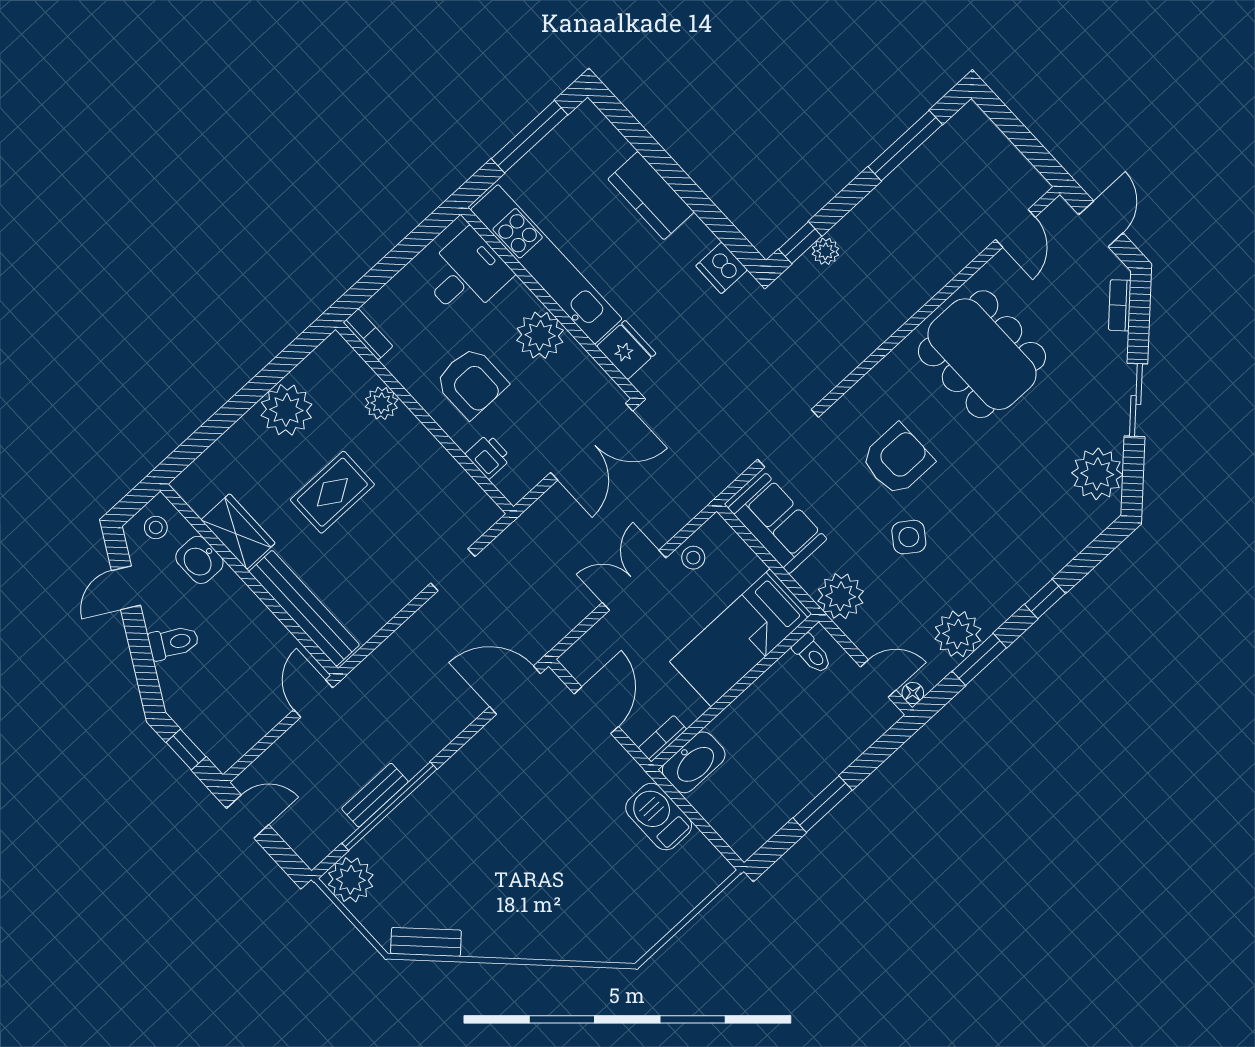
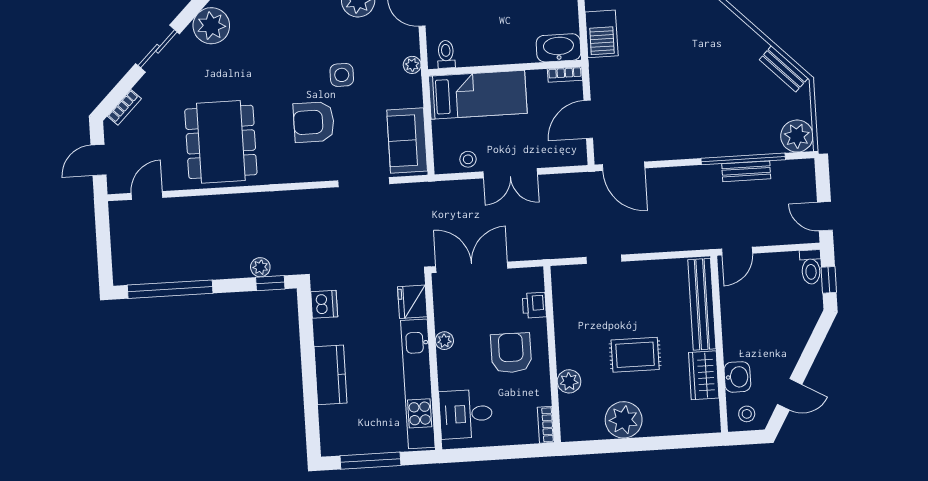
window: (905, 146) -> (170, 289), width x1.46
plant: (540, 335) -> (444, 341), width x0.53, depth x0.53
side table: (909, 537) -> (342, 75), turned -36
plant: (841, 596) -> (412, 65), width x0.53, depth x0.53
toilet: (174, 642) -> (811, 267), moved, turned -120

